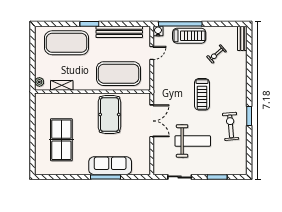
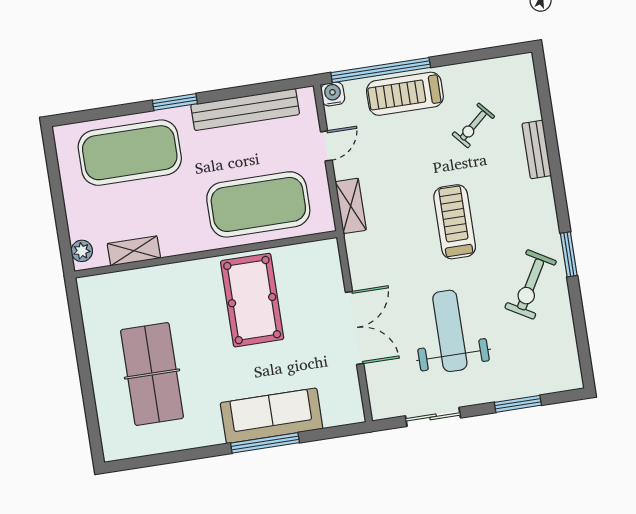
treadmill: (189, 36) -> (405, 94), turned 180
bench: (242, 38) -> (537, 149), moved
shelving: (158, 81) -> (351, 206), added
treadmill: (202, 94) -> (455, 222), turned 180
double door: (152, 121) -> (354, 328), moved
exercise bike: (231, 126) -> (531, 284), turned -145
weight bench: (193, 141) -> (450, 331), turned -90

